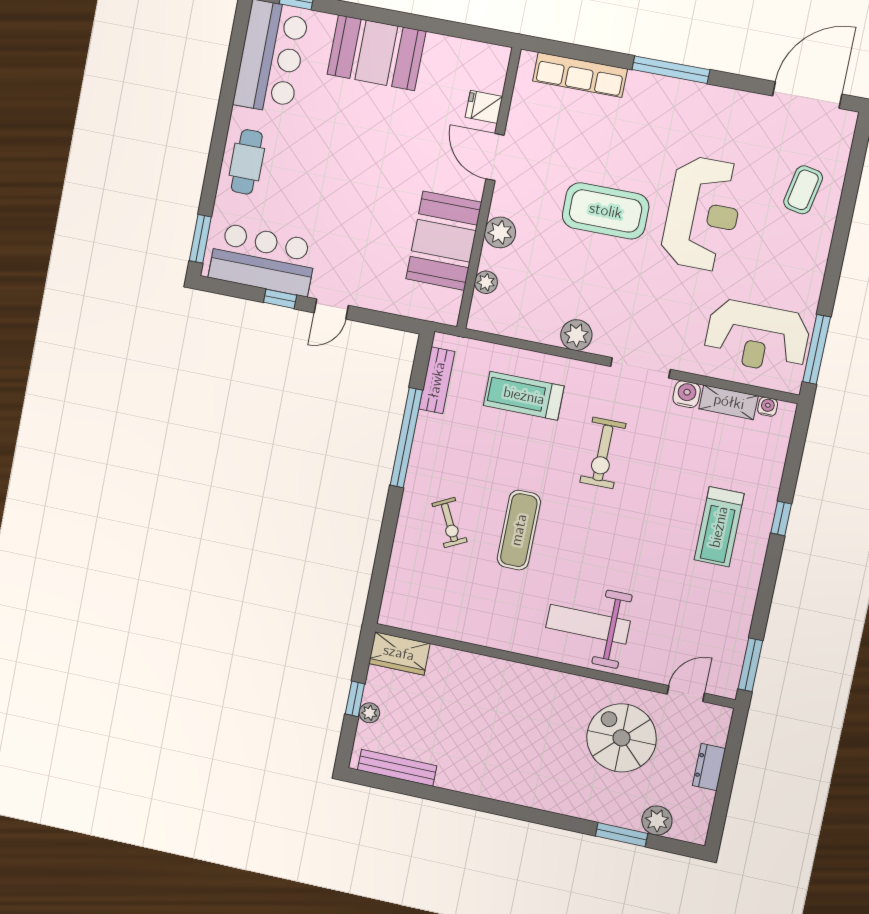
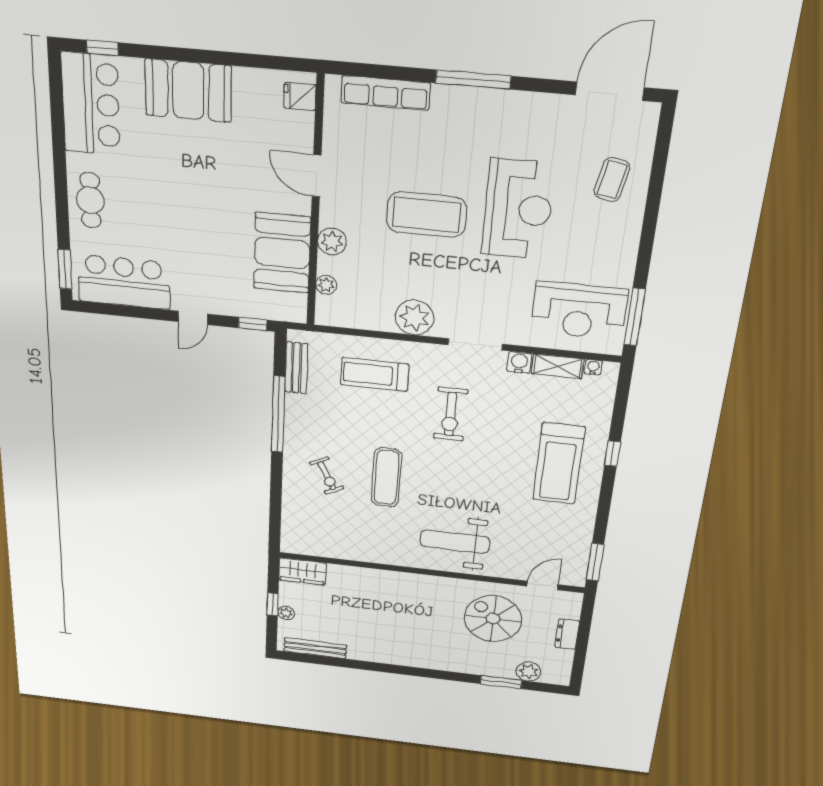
fridge: (484, 107) -> (300, 96), moved
window: (280, 299) -> (253, 324), moved
plant: (576, 335) -> (415, 317), width x1.36, depth x1.36
treadmill: (719, 527) -> (559, 463), width x1.37, depth x1.38

